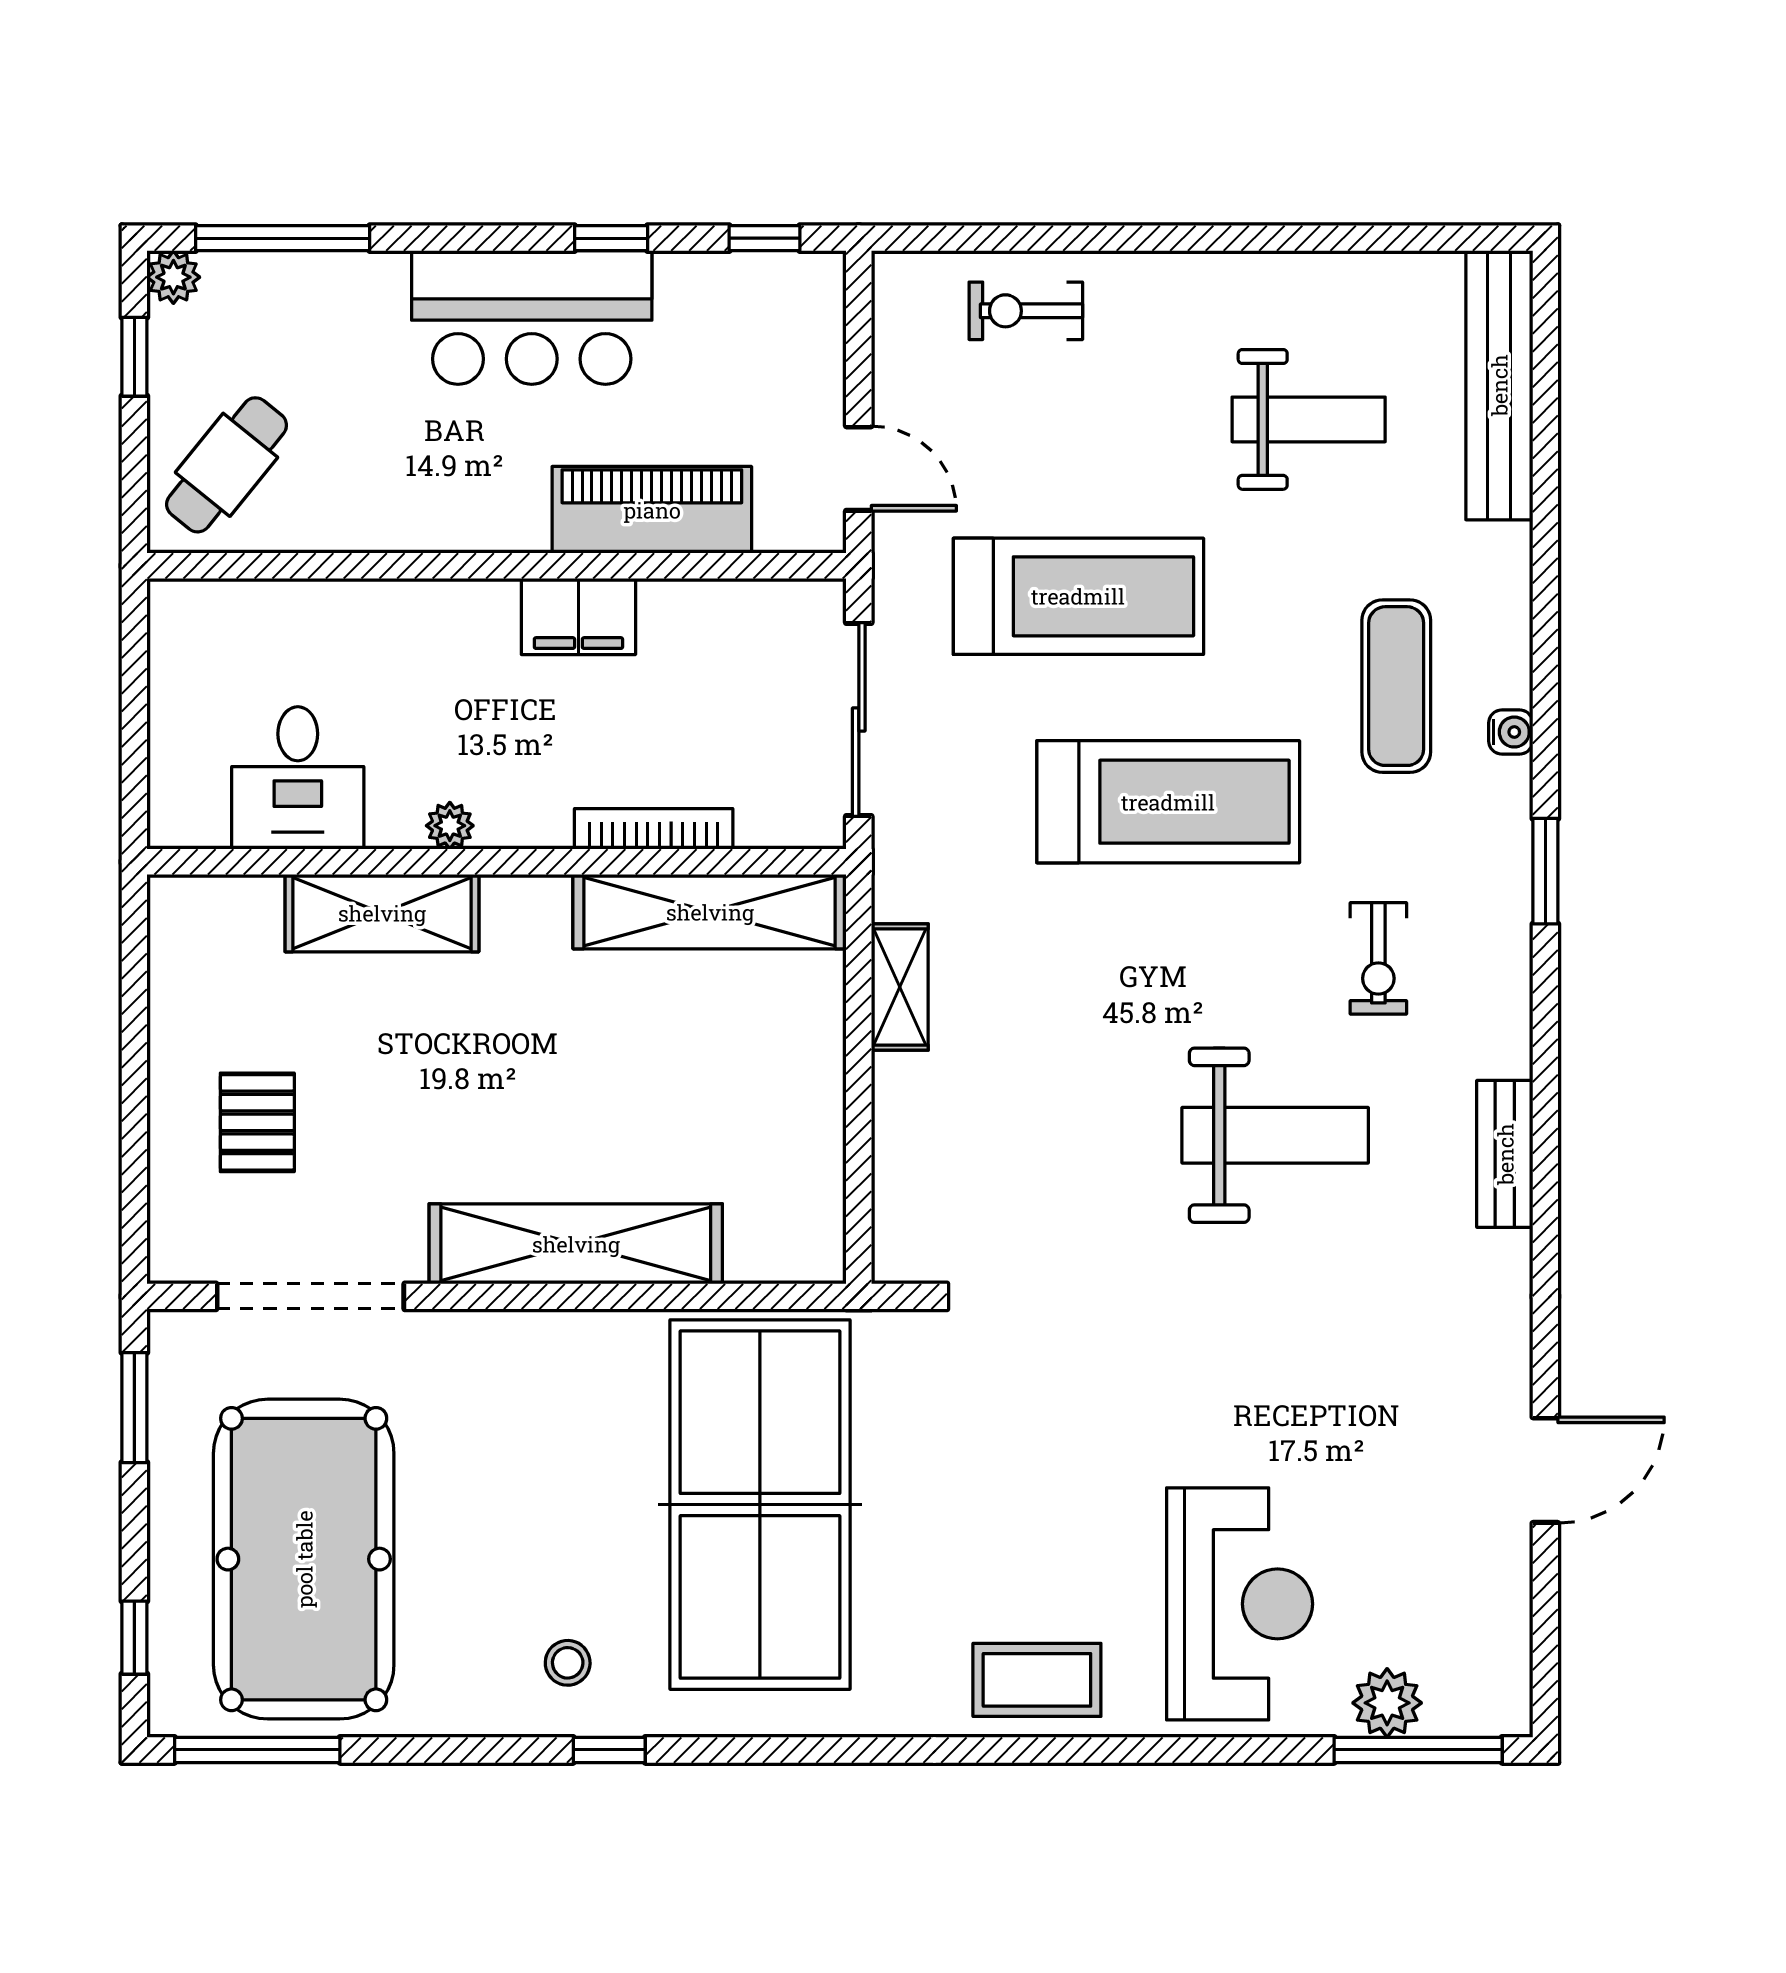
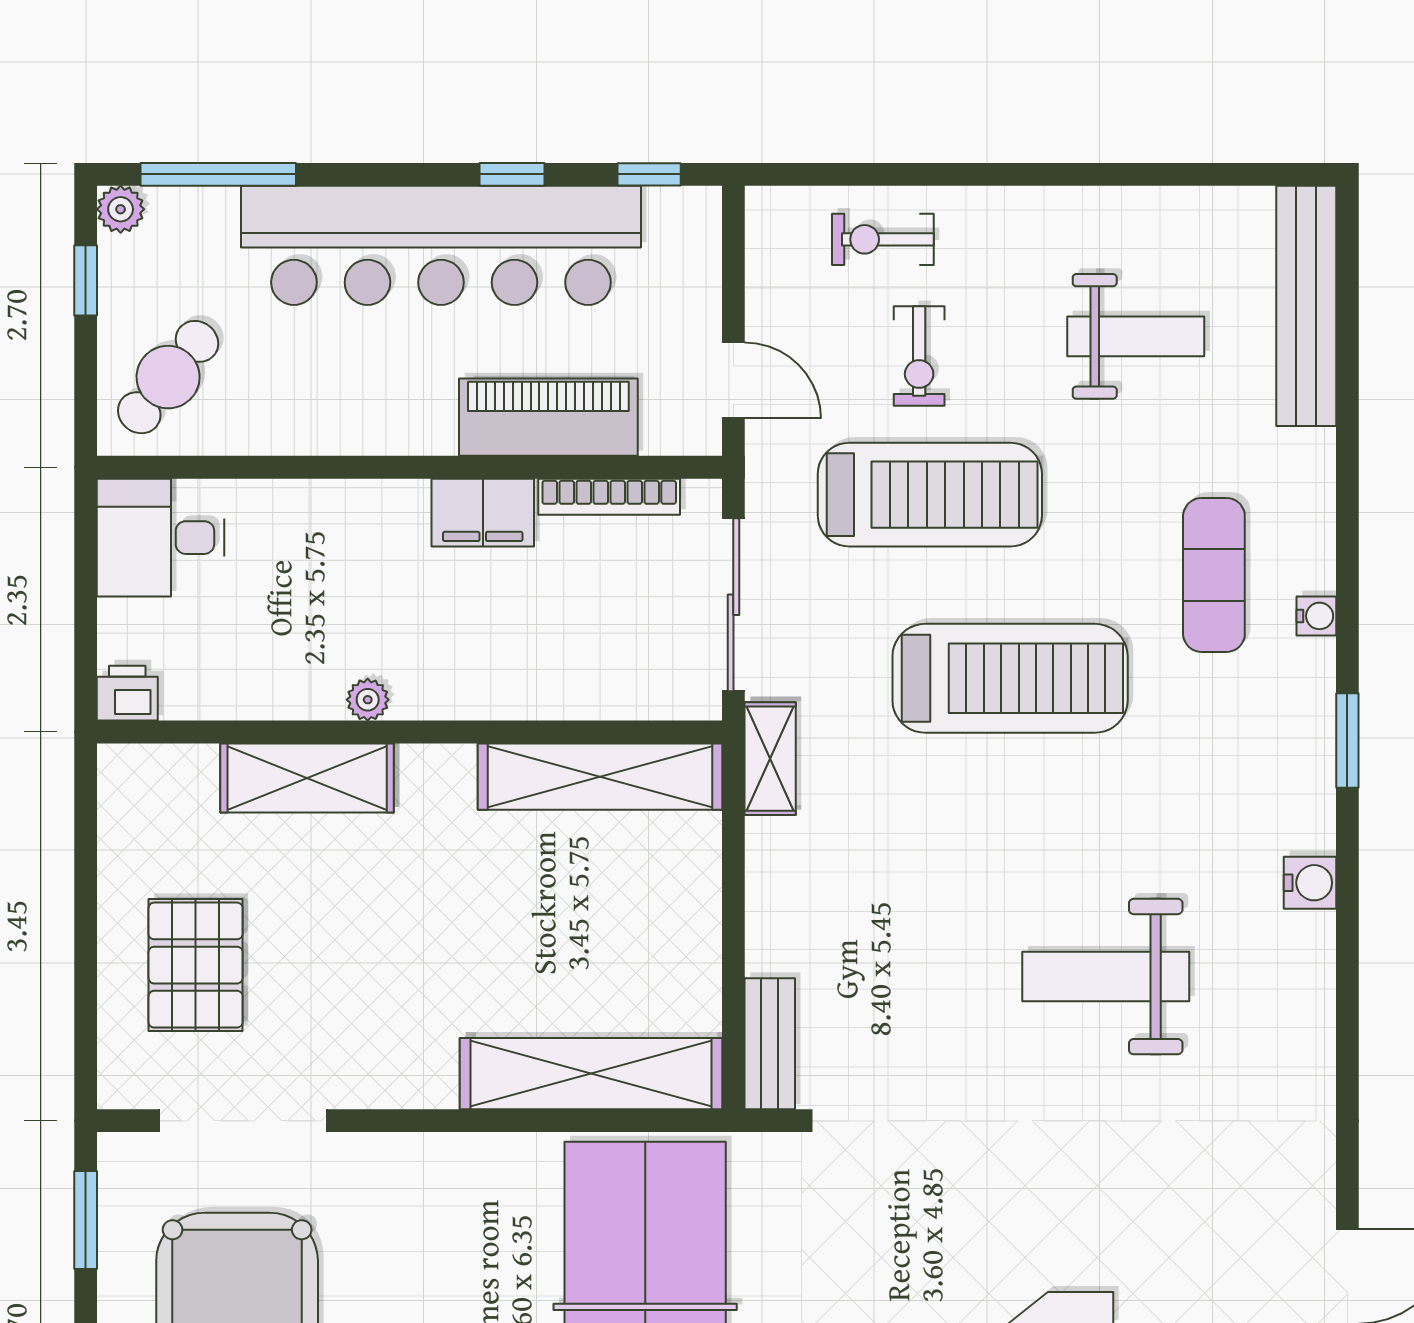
bar counter: (532, 318) -> (441, 245), width x1.86
desk: (298, 778) -> (161, 538), moved, turned 90
printer: (181, 818) -> (127, 693), added
bookcase: (654, 829) -> (609, 497), moved, turned 180
exercise bike: (1378, 958) -> (919, 356), moved
shelving: (900, 987) -> (770, 759), moved
water cooler: (1504, 1030) -> (1310, 883), added
pallet: (257, 1122) -> (196, 965), width x1.50, depth x1.42
weight bench: (1275, 1135) -> (1106, 977), turned 180
bench: (1505, 1154) -> (770, 1044), moved
shelving: (576, 1244) -> (591, 1074), moved

